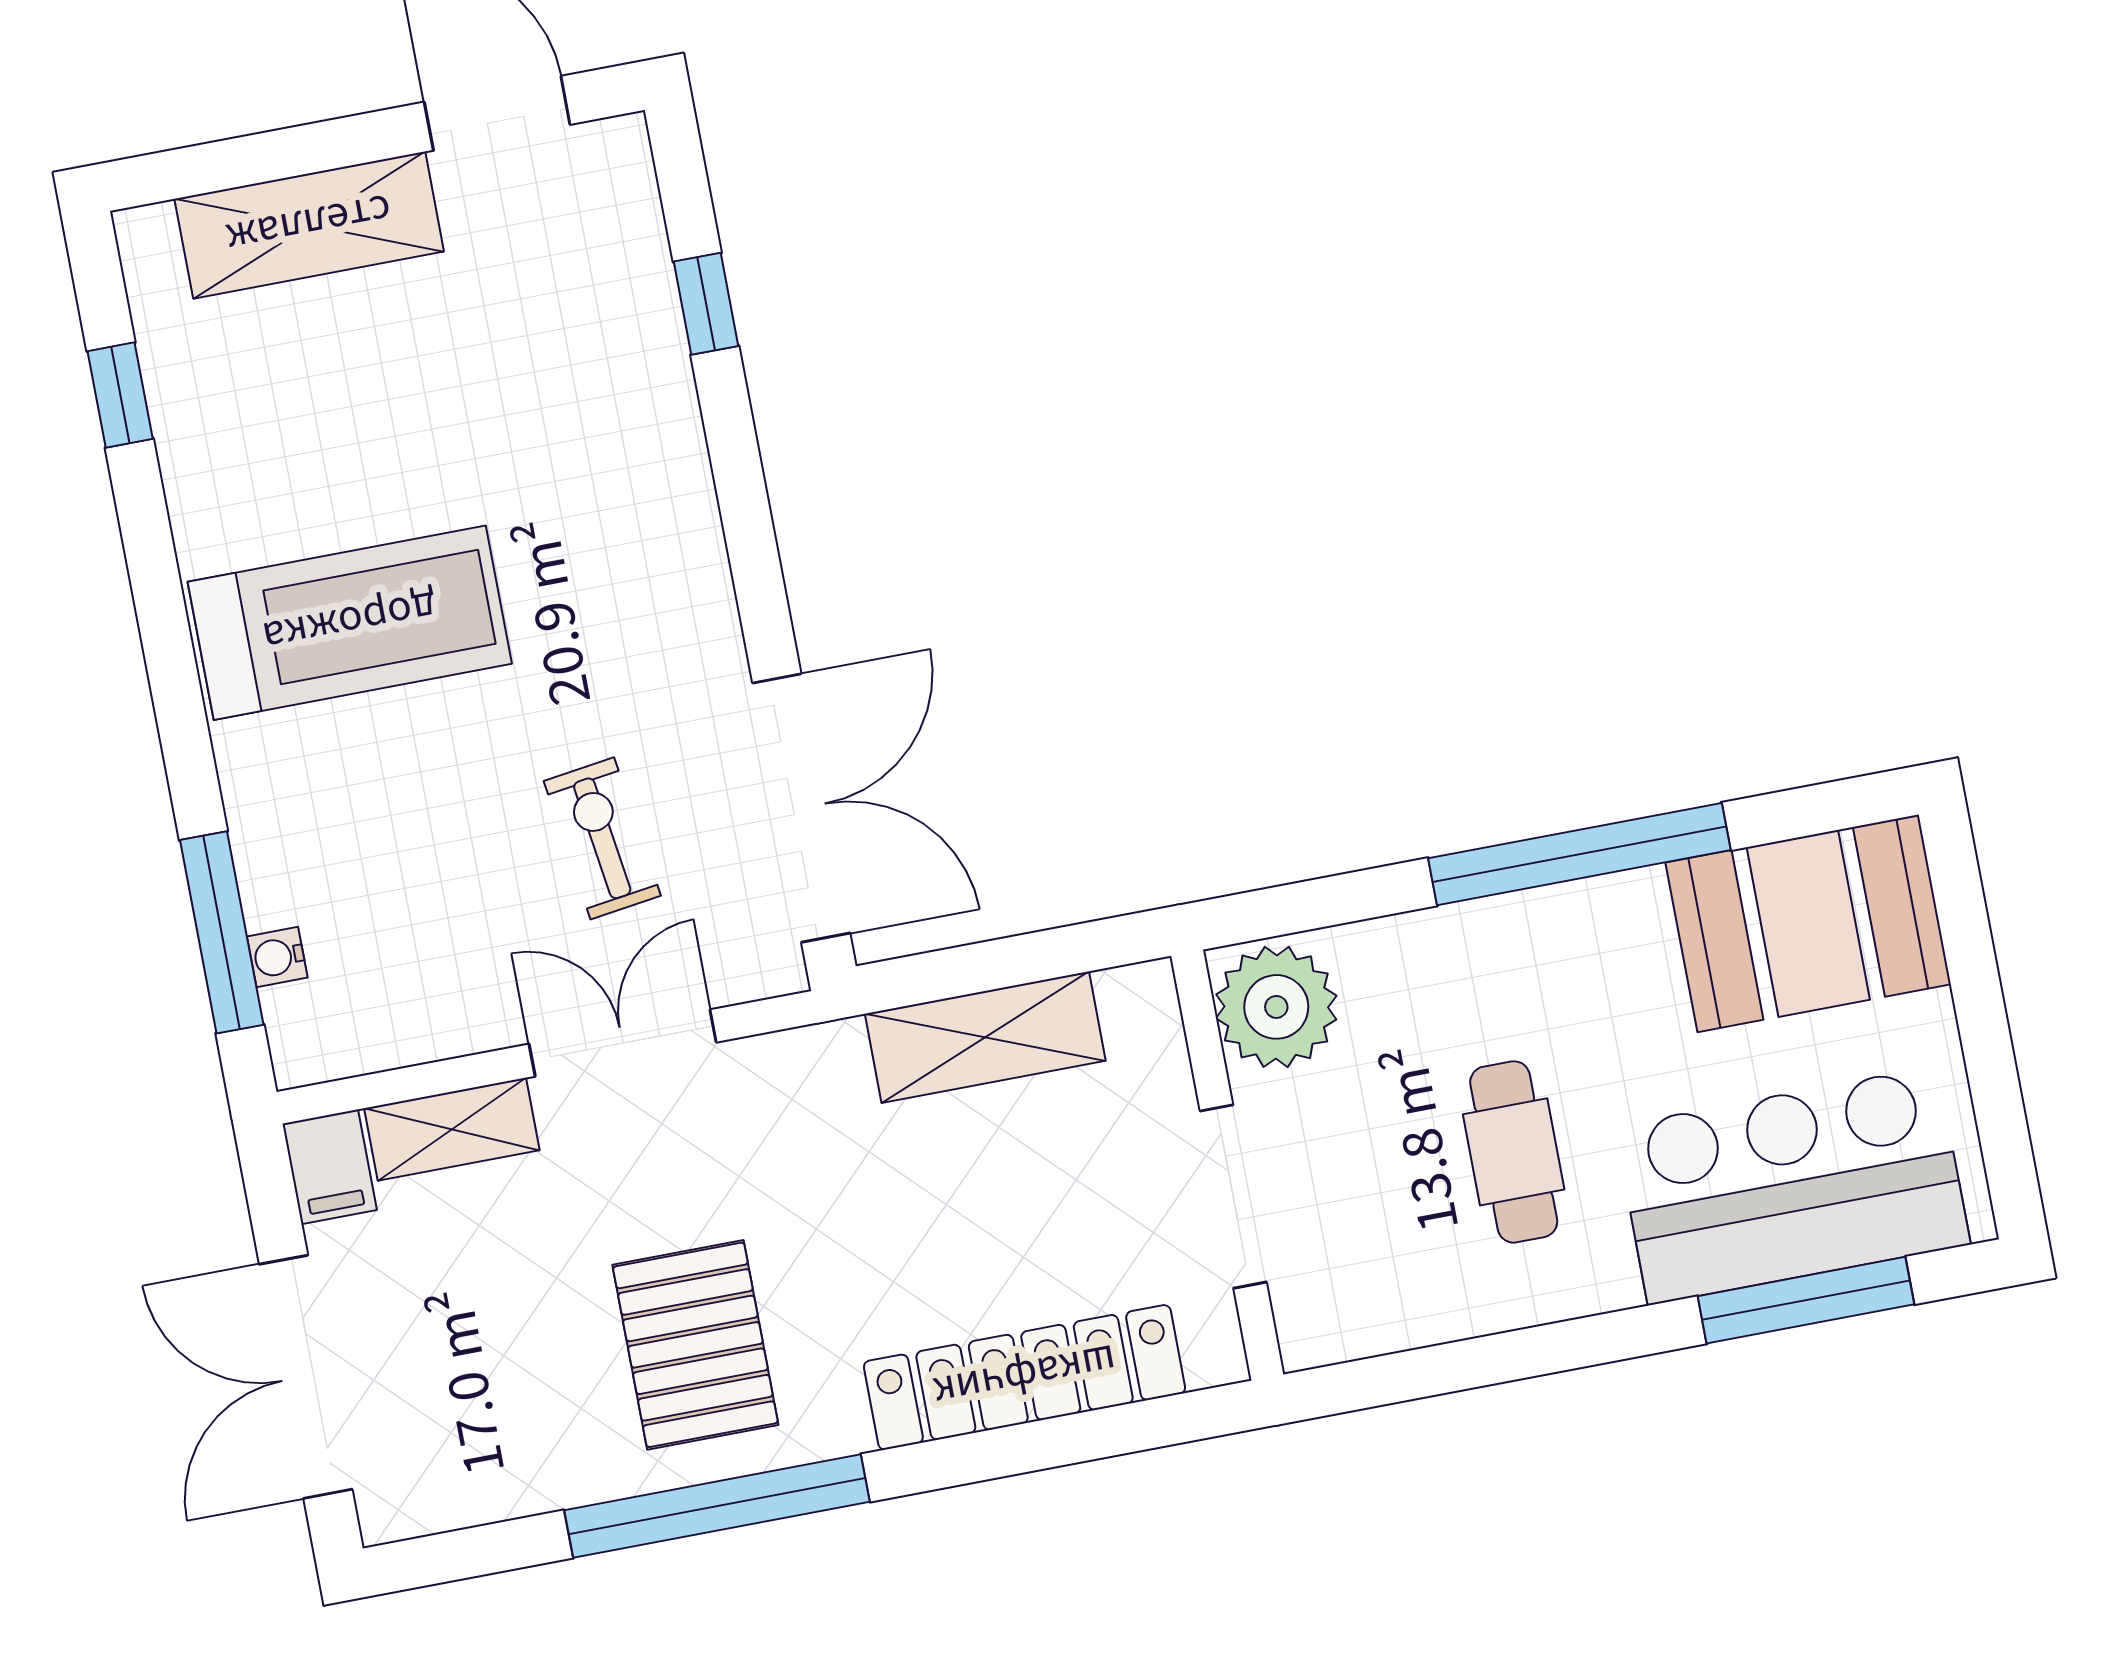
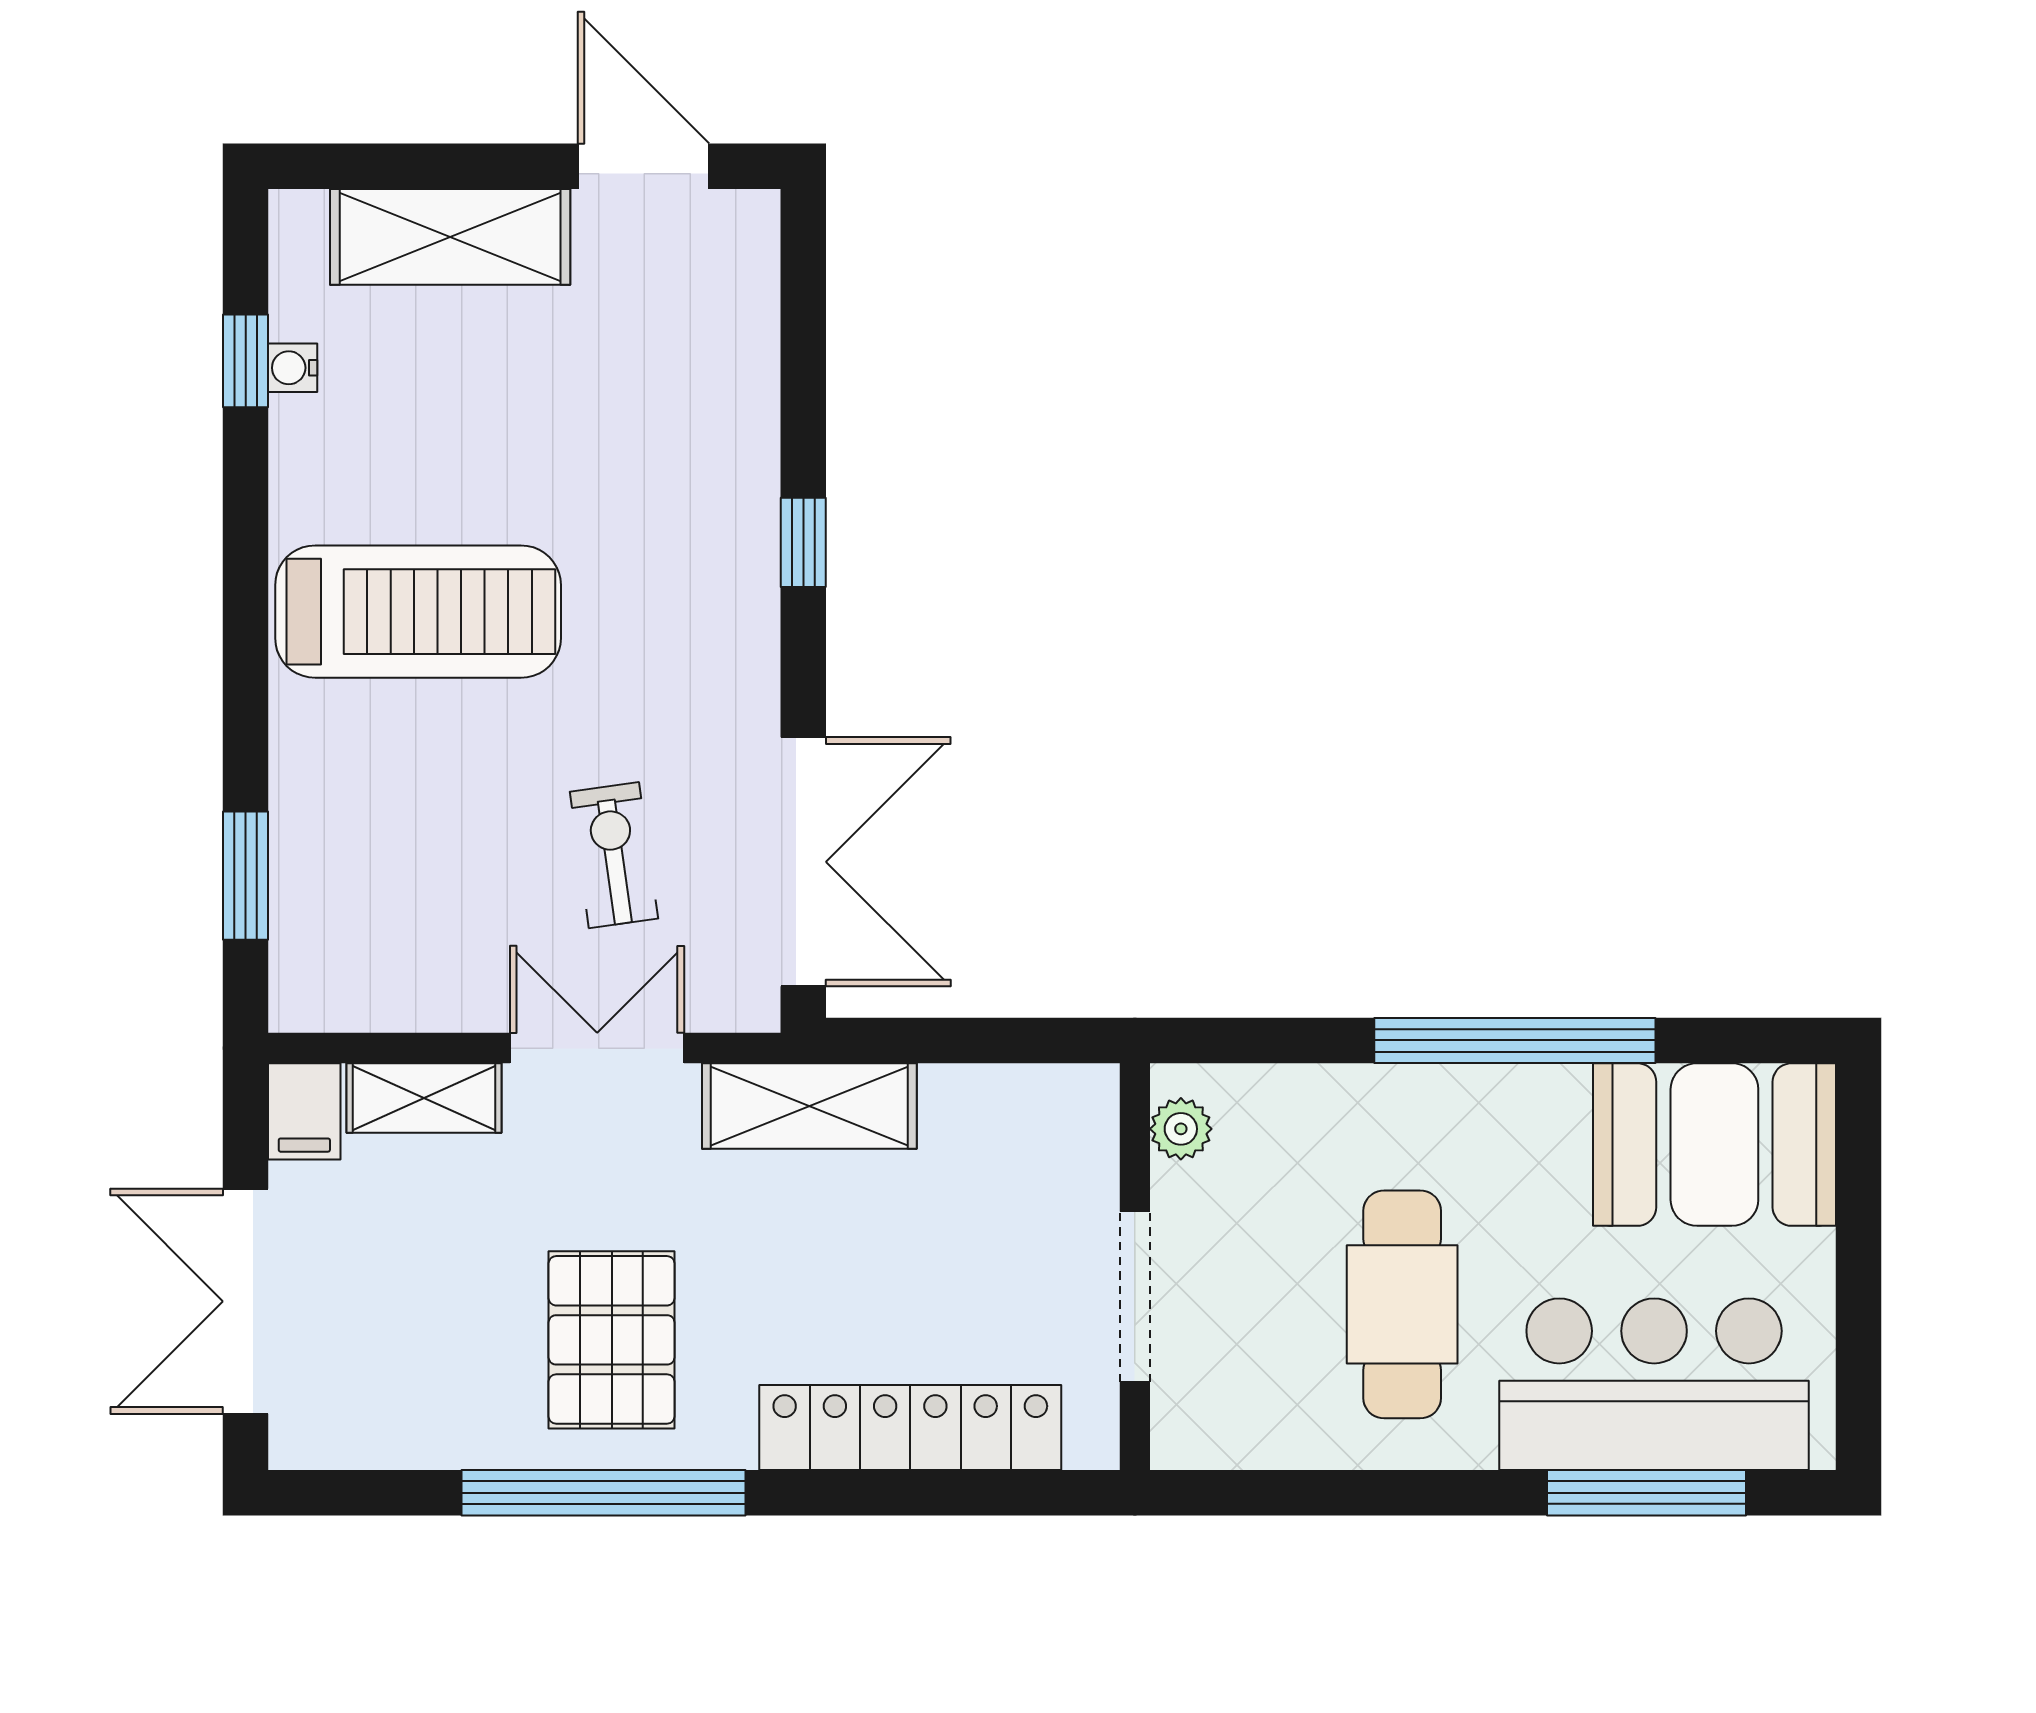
window: (706, 304) -> (803, 542), moved
window: (222, 932) -> (246, 876), width x0.69
water cooler: (277, 957) -> (293, 368), moved
plant: (1276, 1007) -> (1181, 1129), width x0.53, depth x0.53
shelving: (985, 1037) -> (809, 1106), moved
cafe table: (1514, 1152) -> (1402, 1304), width x1.37, depth x1.35

